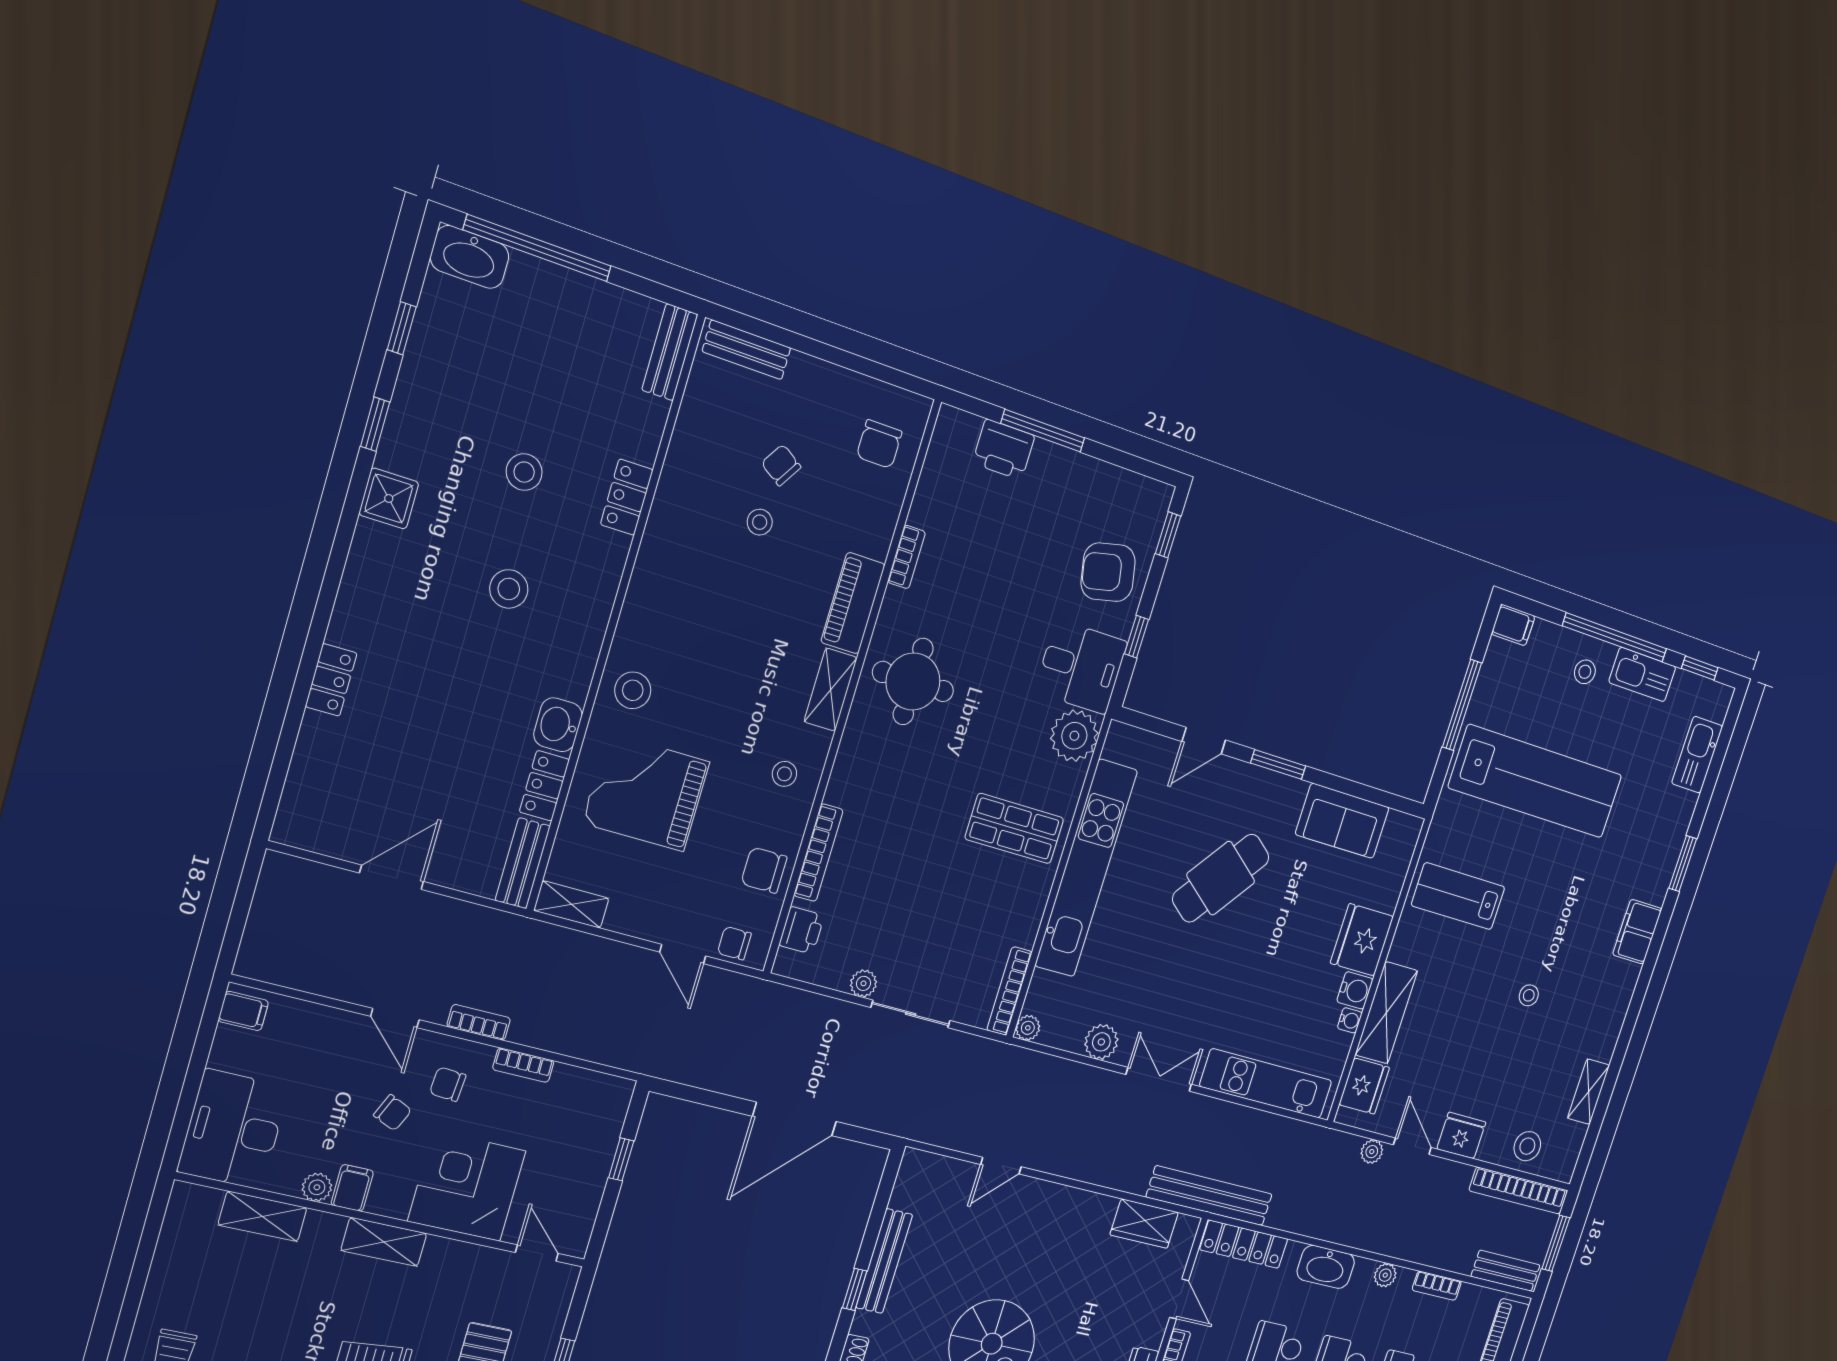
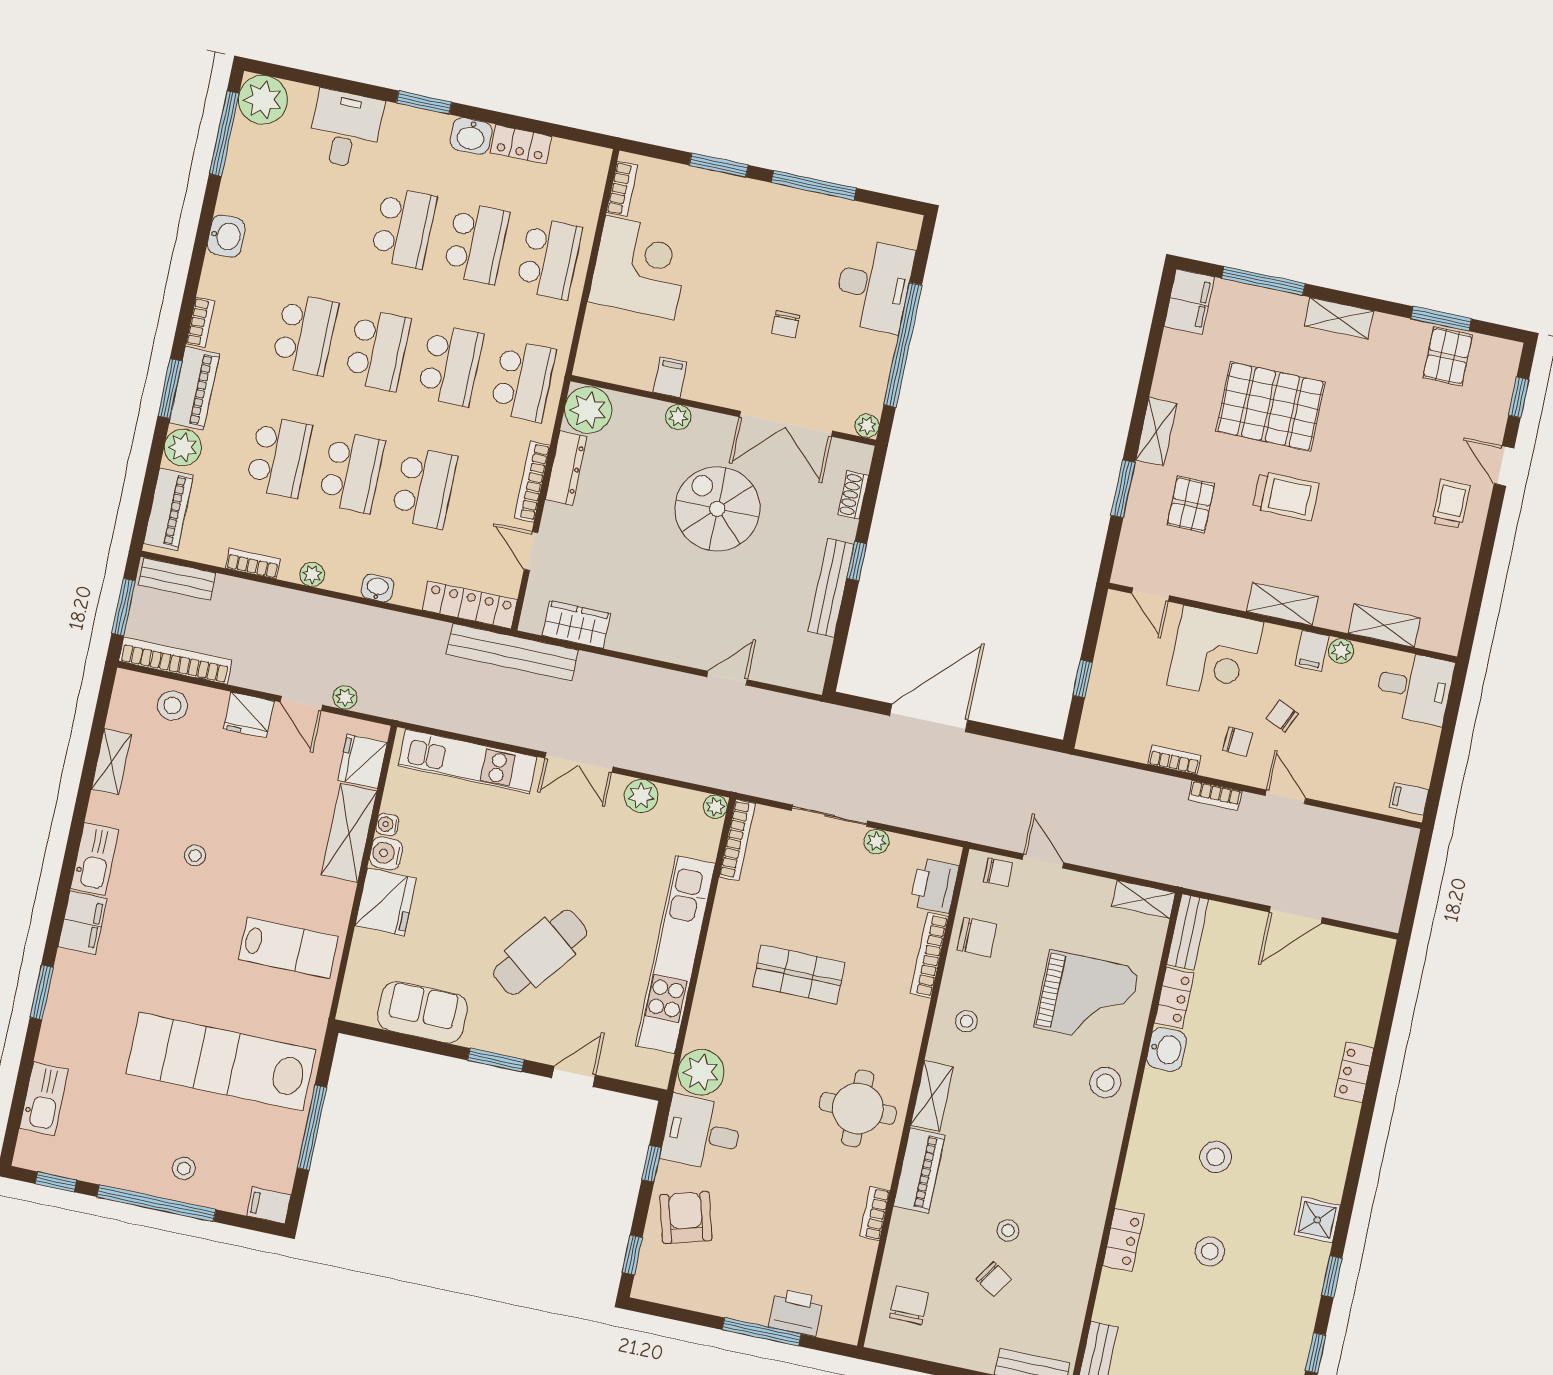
armchair: (1108, 572) -> (686, 1217), turned -94
kitchen sink: (1642, 674) -> (95, 859), moved, turned 90
shop shelf: (1014, 829) -> (799, 974), moved
printer: (802, 930) -> (934, 886), width x1.36, depth x1.24
desk: (233, 1129) -> (1414, 687), width x0.73
washbasin: (1326, 1267) -> (377, 588), width x0.52, depth x0.69

